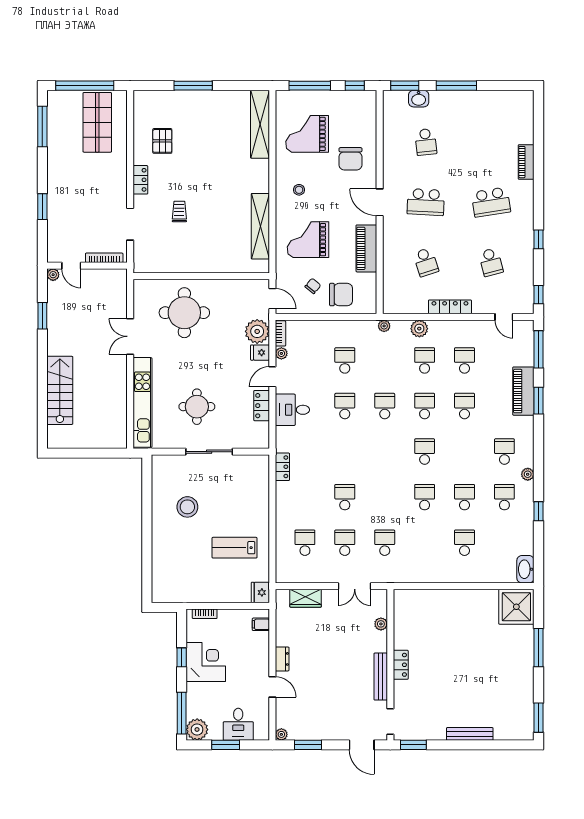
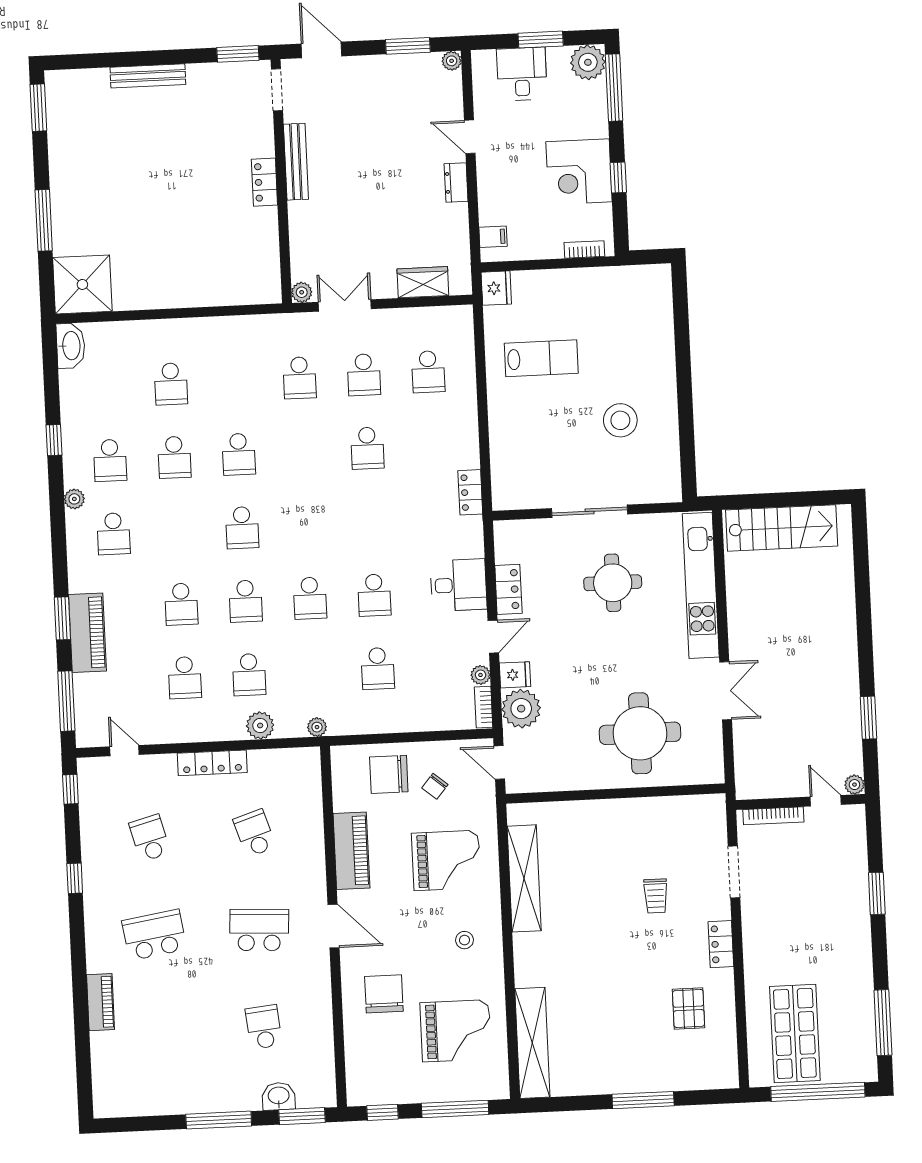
stairs: (60, 390) -> (782, 528), moved, turned -90
plant: (381, 624) -> (302, 292), moved

